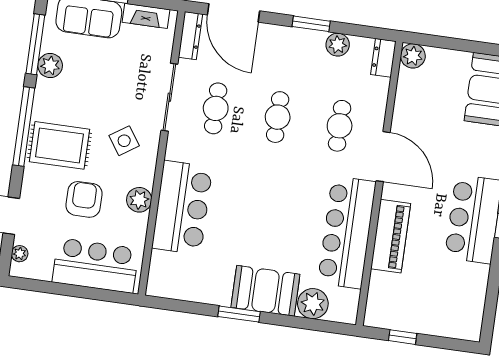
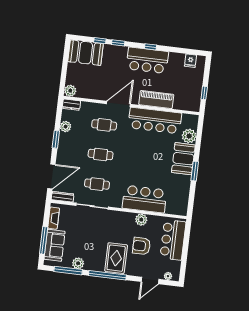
side table: (124, 141) -> (113, 227), removed
fridge: (471, 310) -> (190, 61), added

